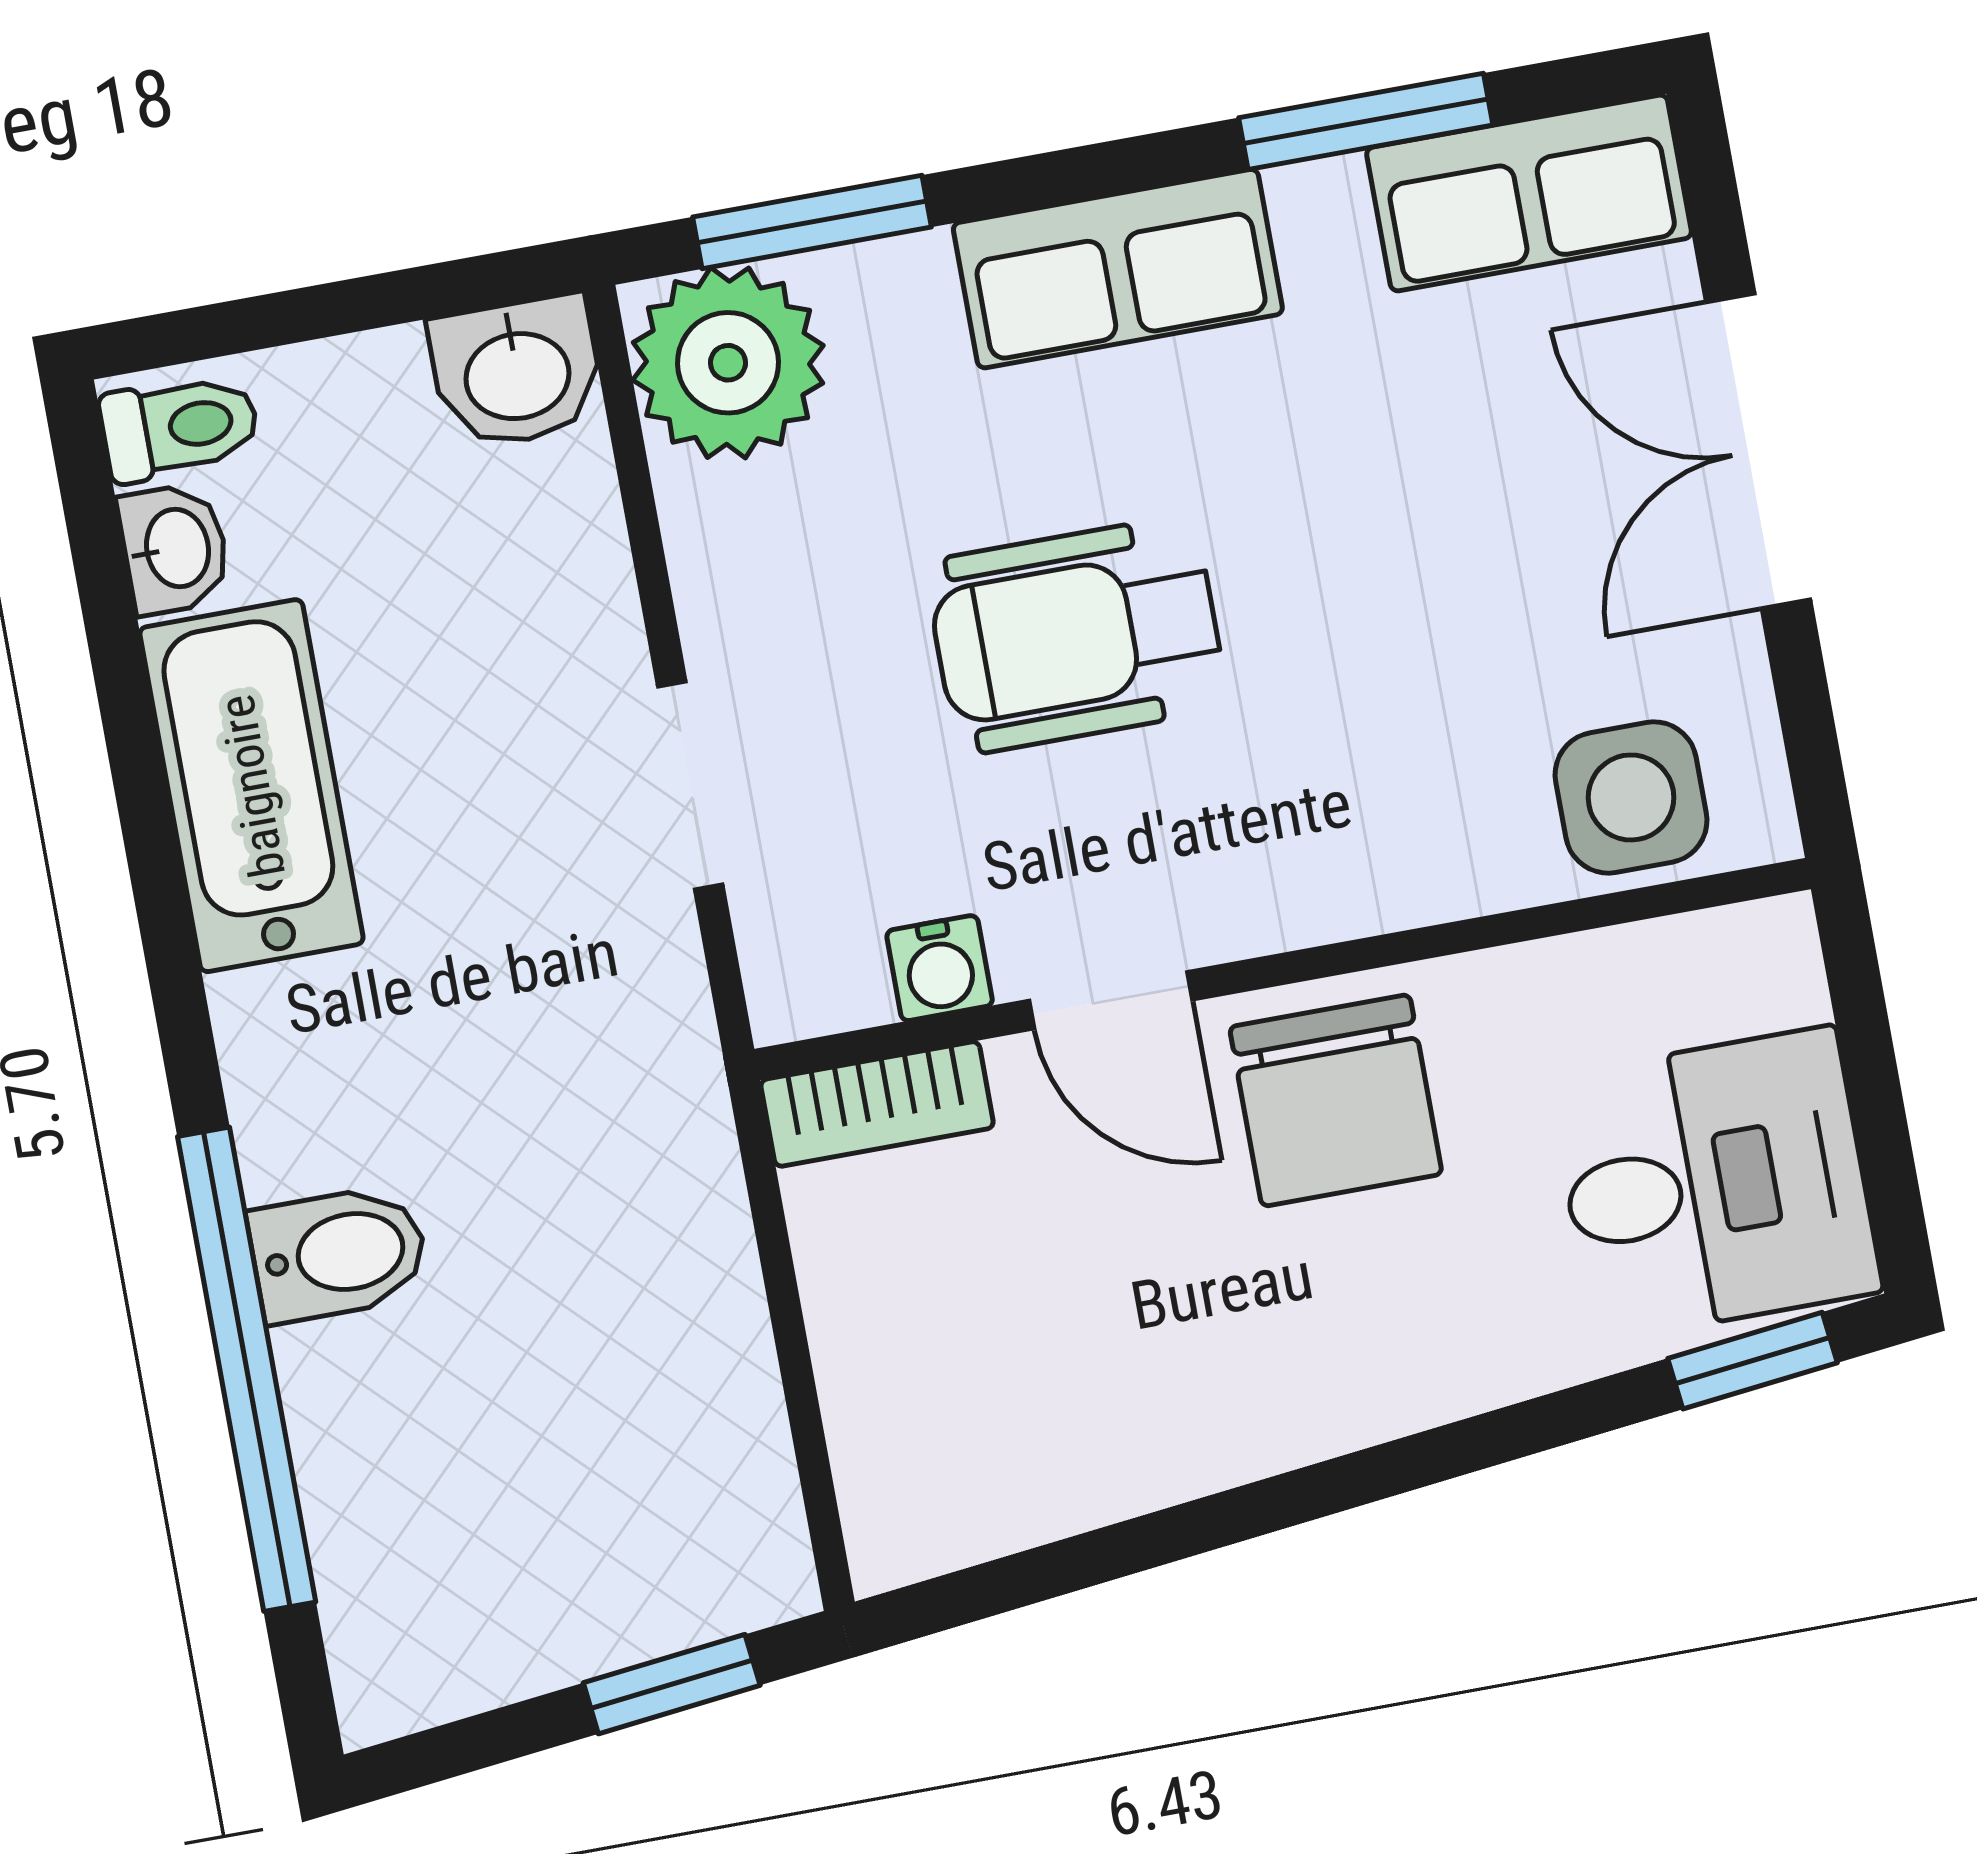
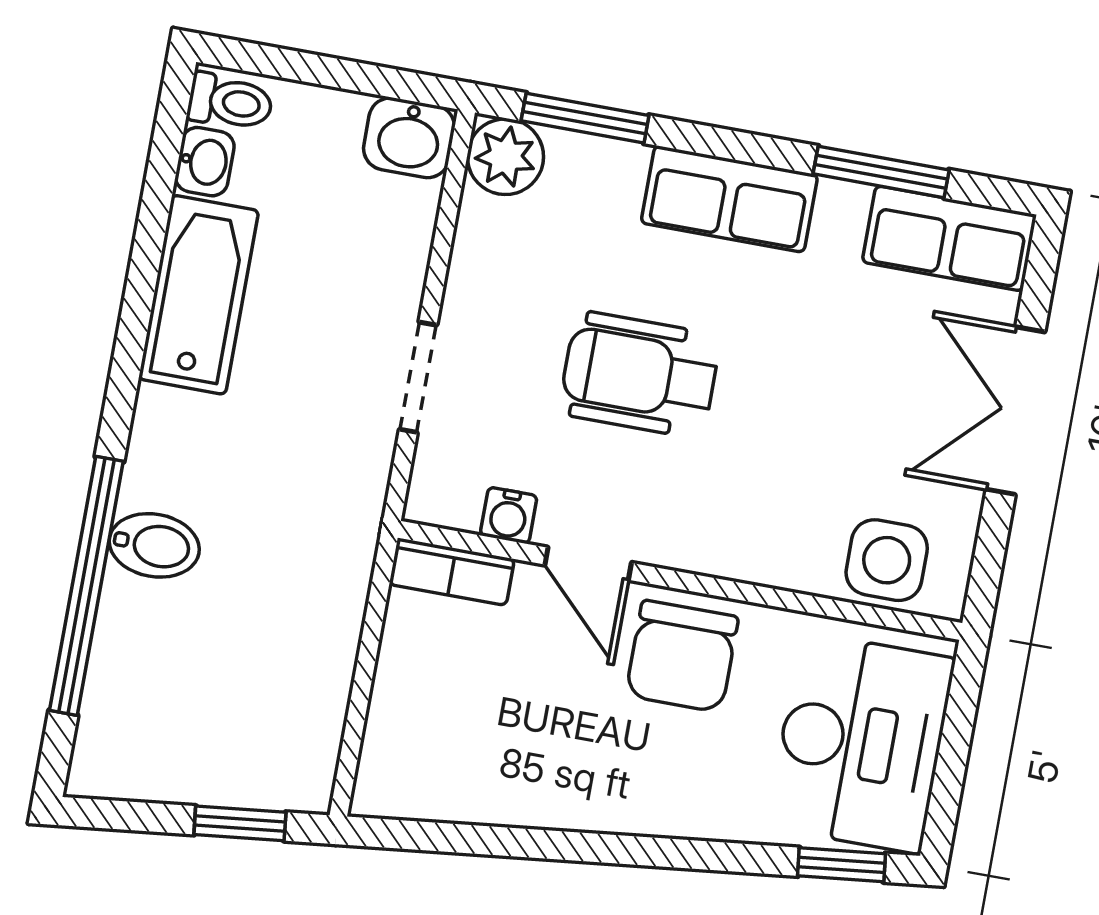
plant: (728, 363) -> (505, 157), width x0.73, depth x0.73
desk: (1715, 1184) -> (861, 743), width x1.37

